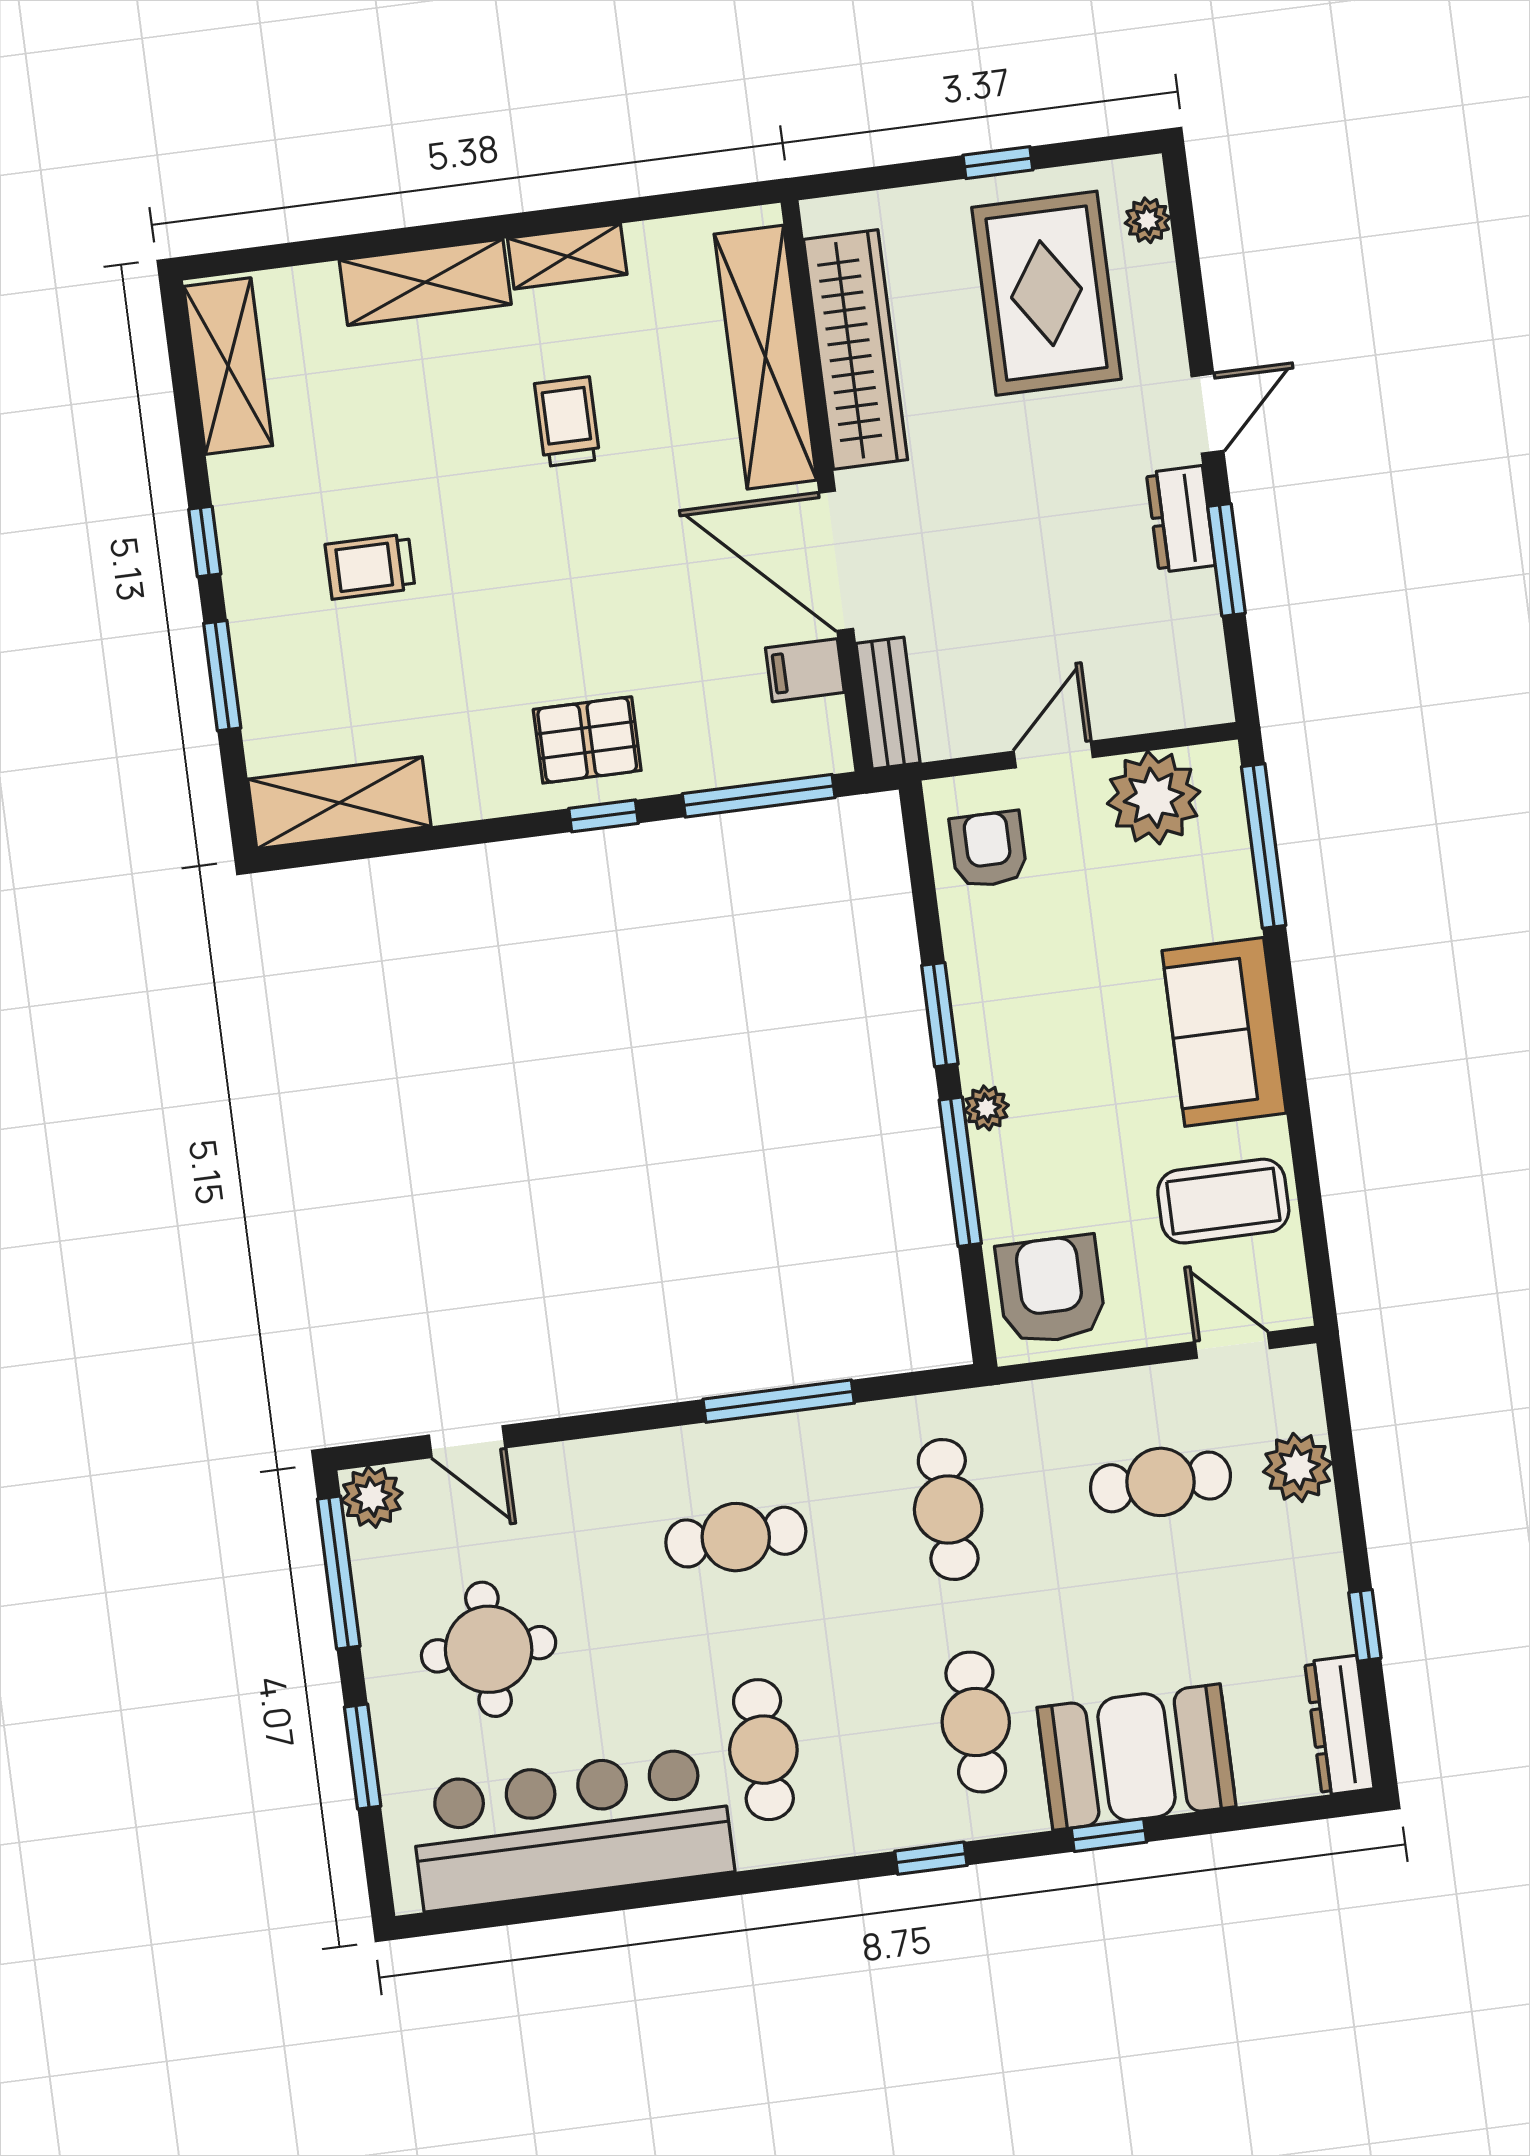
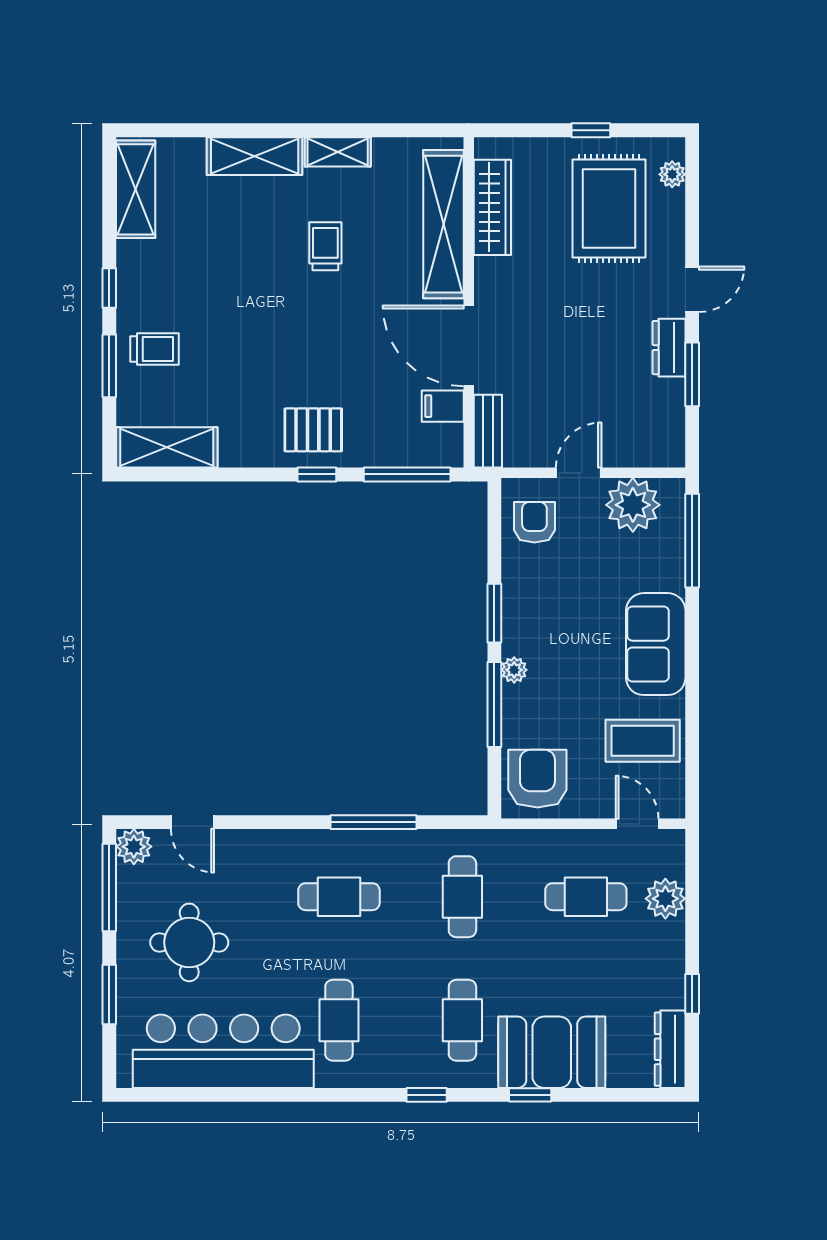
wardrobe: (856, 349) -> (492, 207), width x0.71, depth x0.85
trolley: (370, 567) -> (154, 349), moved, turned 180

